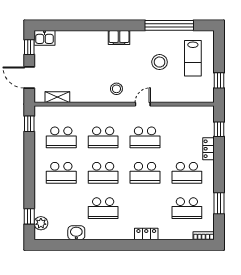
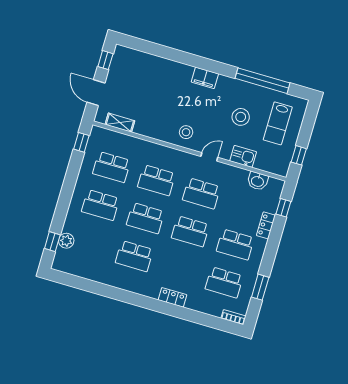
kitchen sink: (44, 38) -> (243, 156), moved, turned 180
plant: (41, 223) -> (66, 241), moved
washbasin: (76, 233) -> (258, 181), moved, turned 180

